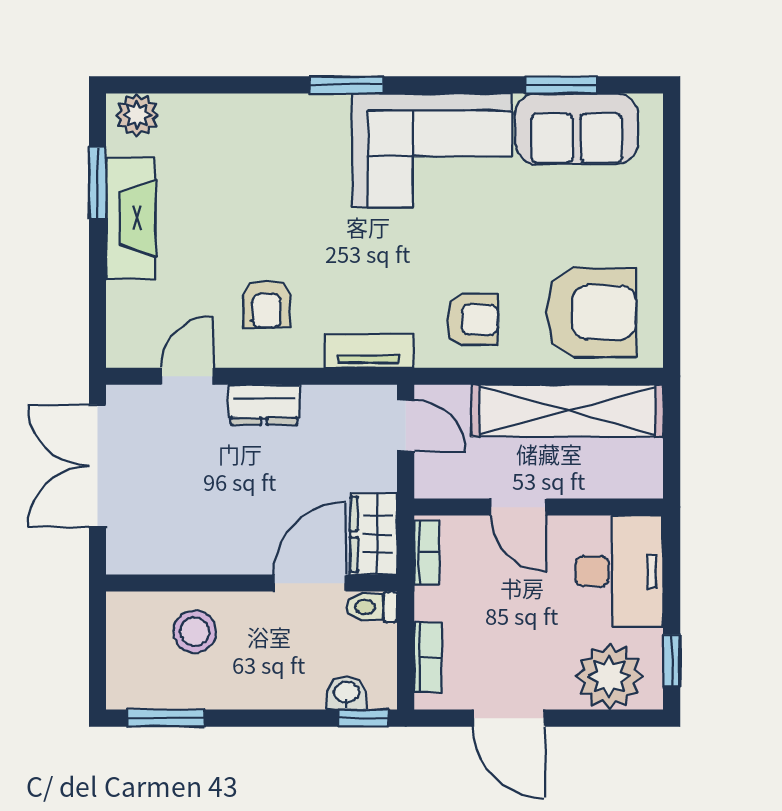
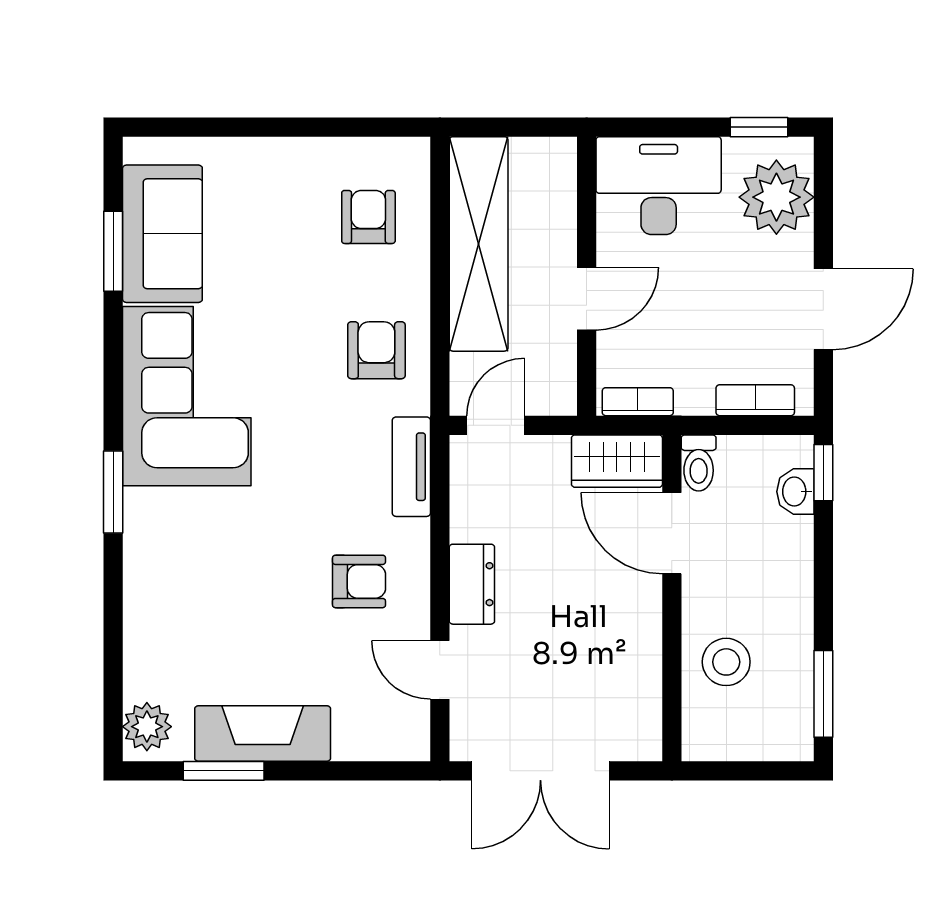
armchair: (592, 312) -> (368, 217), width x0.53, depth x0.53

